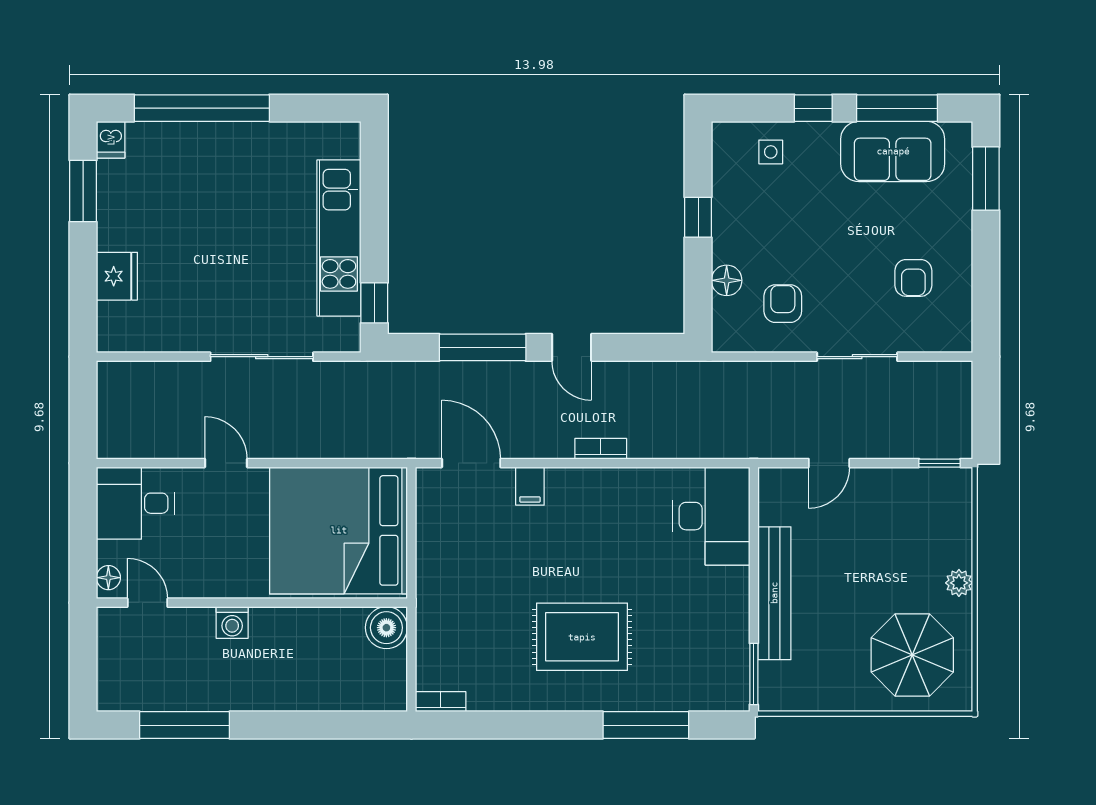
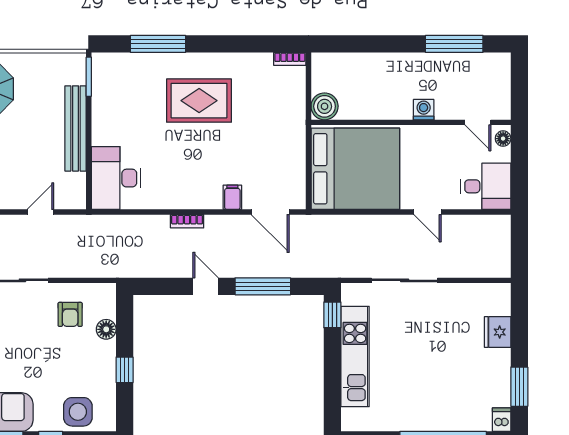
side table: (771, 152) -> (78, 412), width x1.87, depth x1.87

